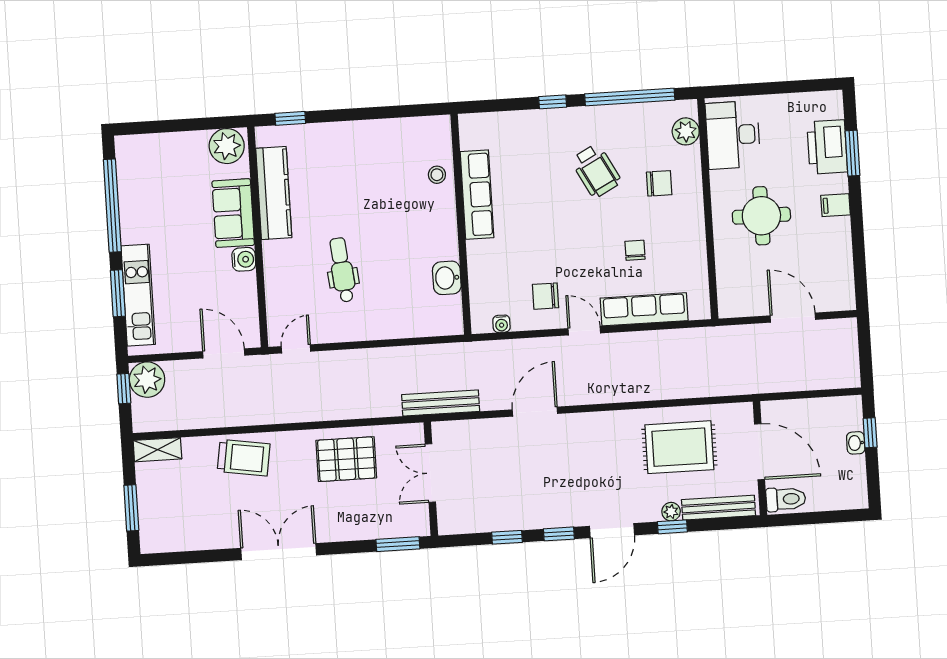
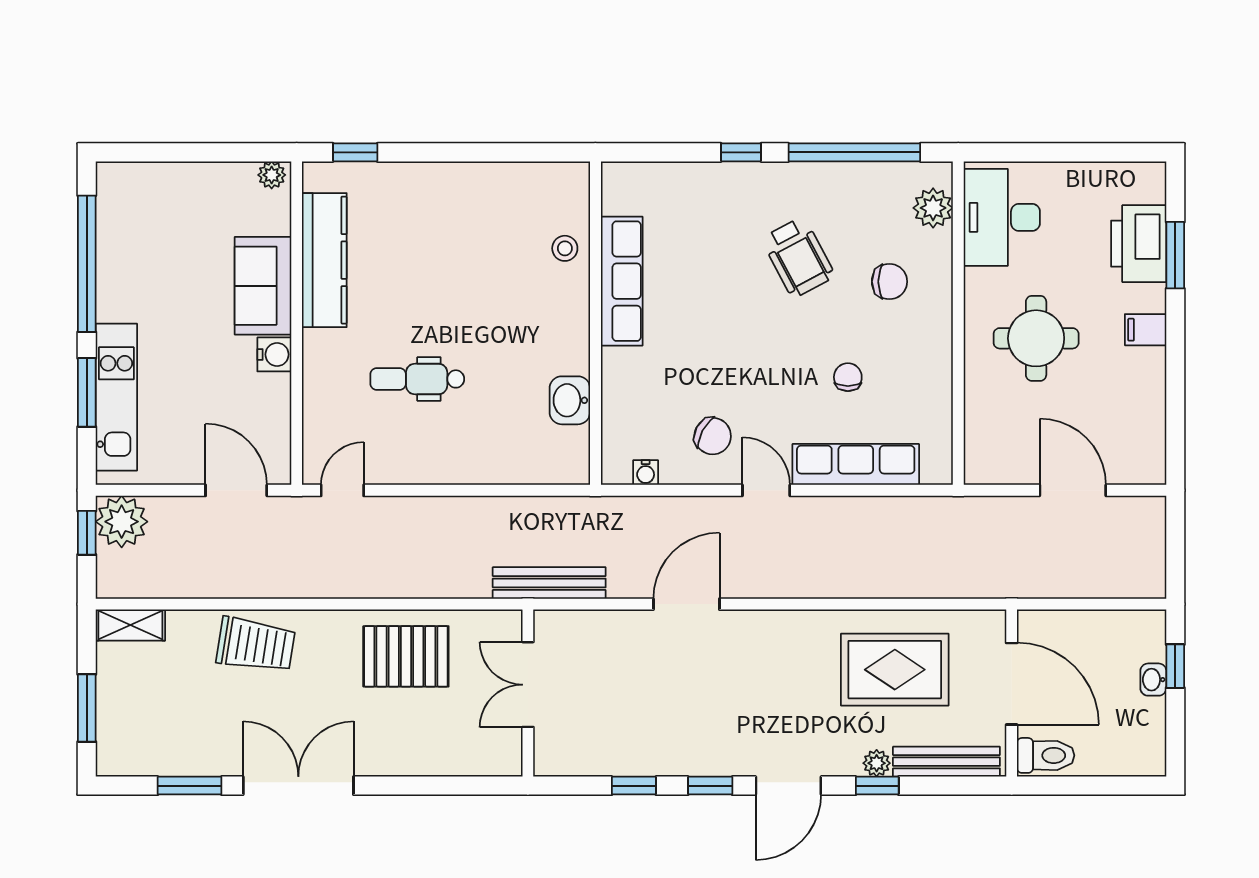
plant: (227, 146) -> (272, 175), width x0.53, depth x0.53
dental chair: (342, 270) -> (417, 379), turned -84
chair: (546, 296) -> (713, 436), turned -152
window: (398, 544) -> (190, 786), moved

